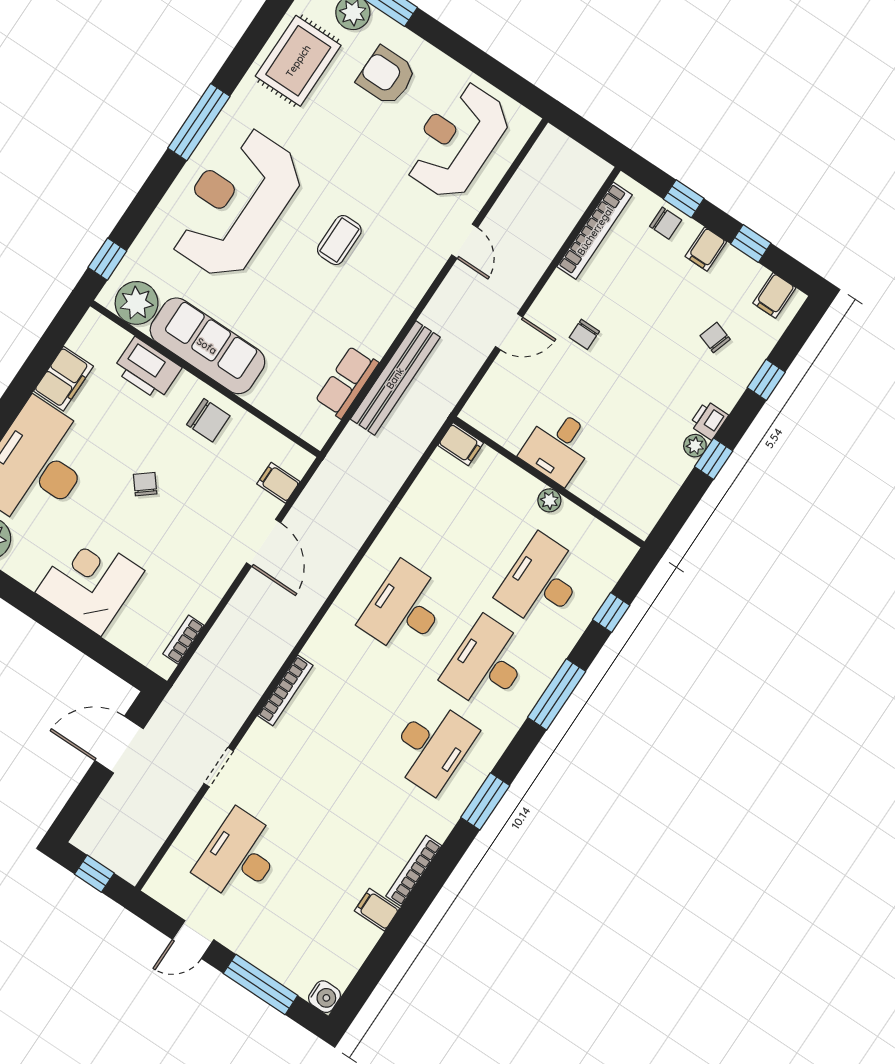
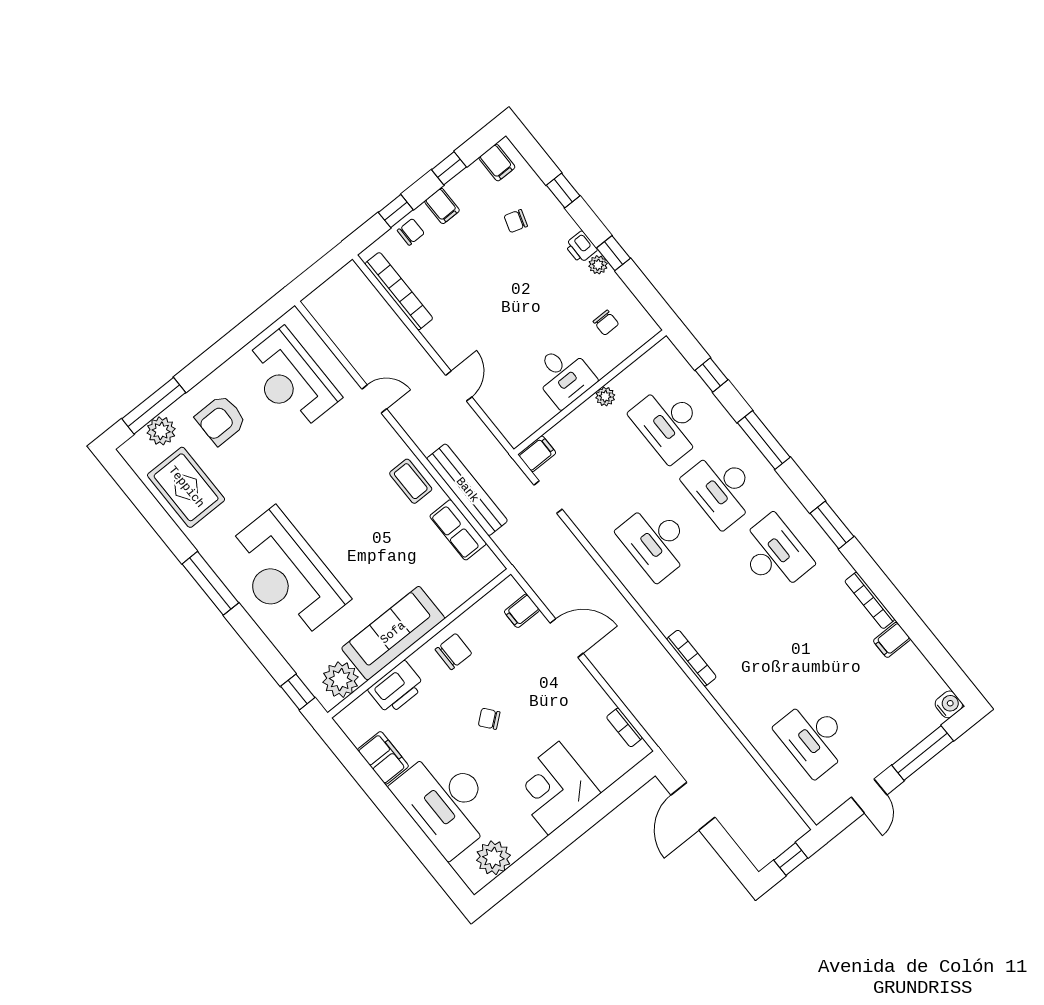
coffee table: (339, 240) -> (411, 481), moved
chair: (584, 334) -> (606, 323), moved
doorway: (219, 767) -> (548, 497), moved

